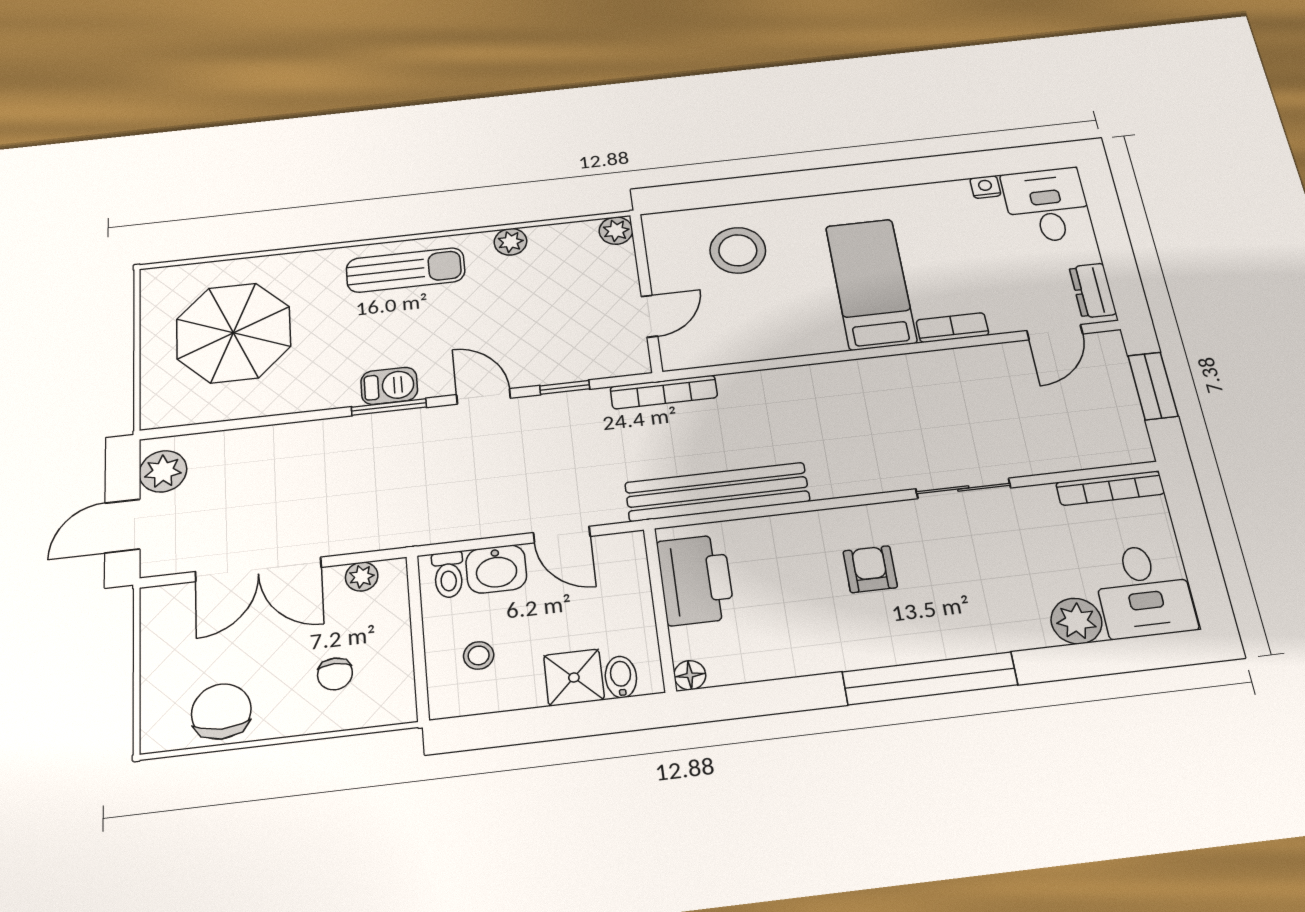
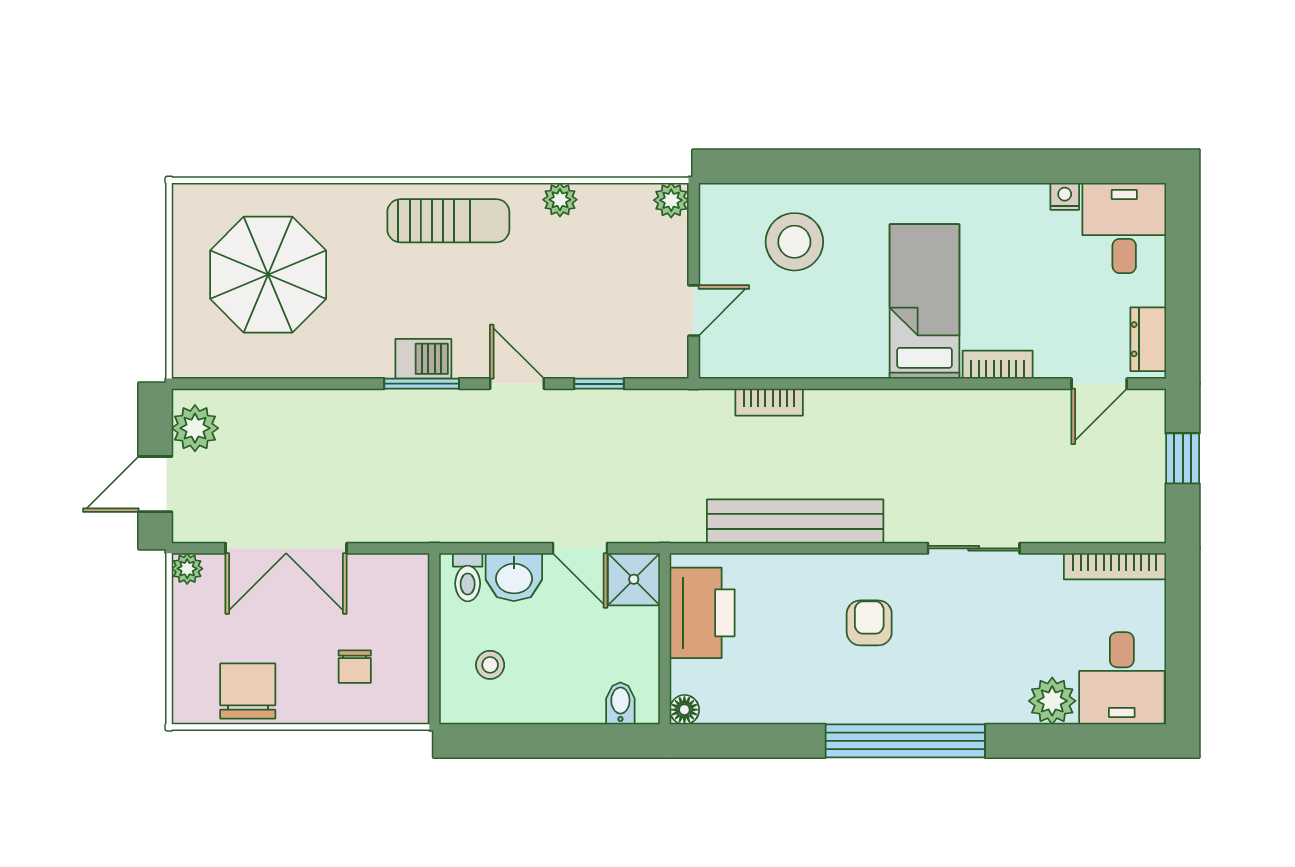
window: (1153, 386) -> (1183, 458), width x0.67
bookcase: (664, 392) -> (769, 402), moved, width x0.64
bench: (717, 492) -> (795, 521), moved
plant: (362, 577) -> (187, 569), moved
shower: (574, 678) -> (634, 579), moved

